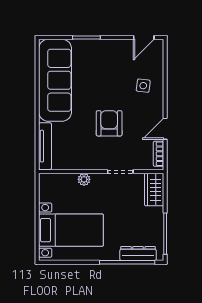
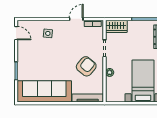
armchair: (109, 123) -> (86, 66), moved, turned 130
door: (165, 129) -> (76, 19), swing flipped

